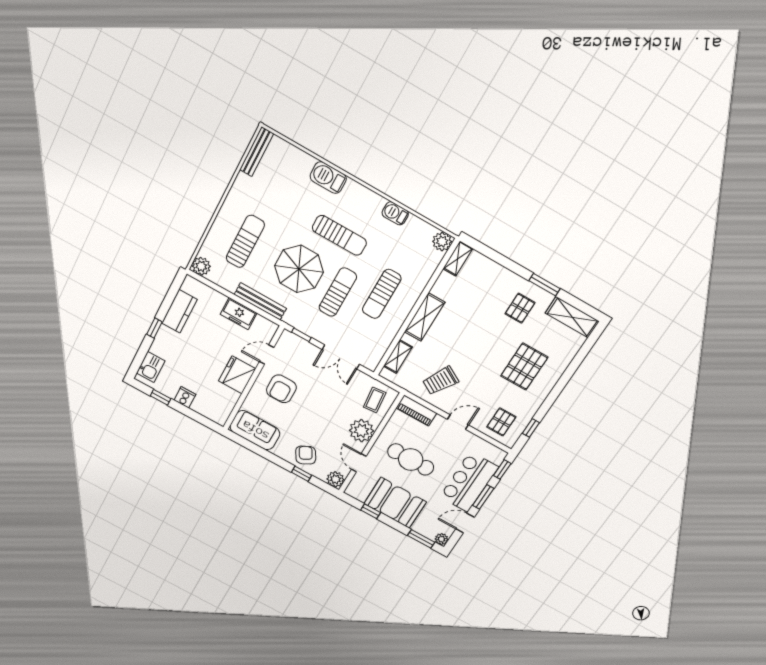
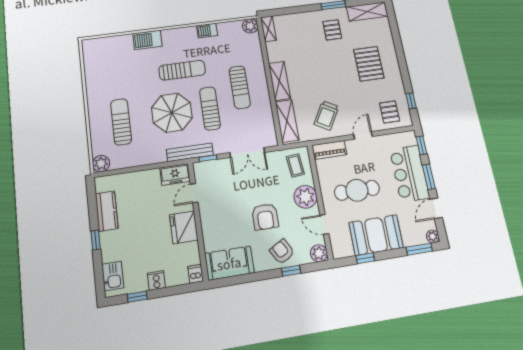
bench: (257, 152) -> (88, 58), removed
bench: (260, 301) -> (190, 152), moved
freezer: (239, 314) -> (175, 174), moved
shelving: (398, 357) -> (287, 121), width x1.50, depth x1.33
armchair: (281, 389) -> (265, 217), moved
dishwasher: (221, 417) -> (195, 274), added

